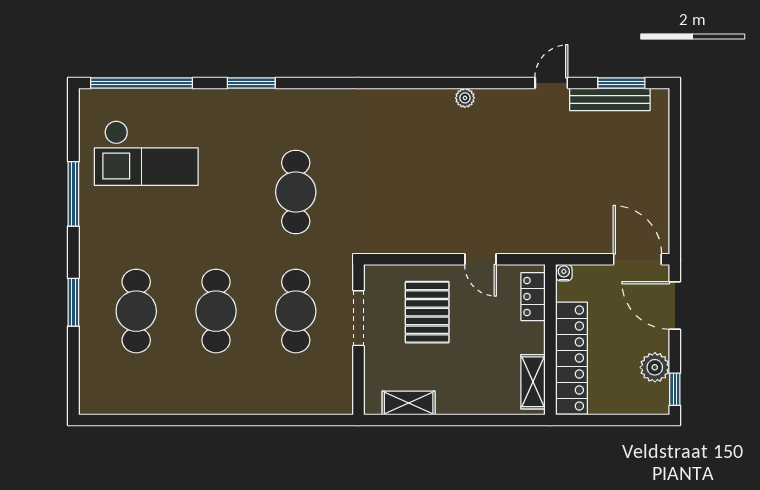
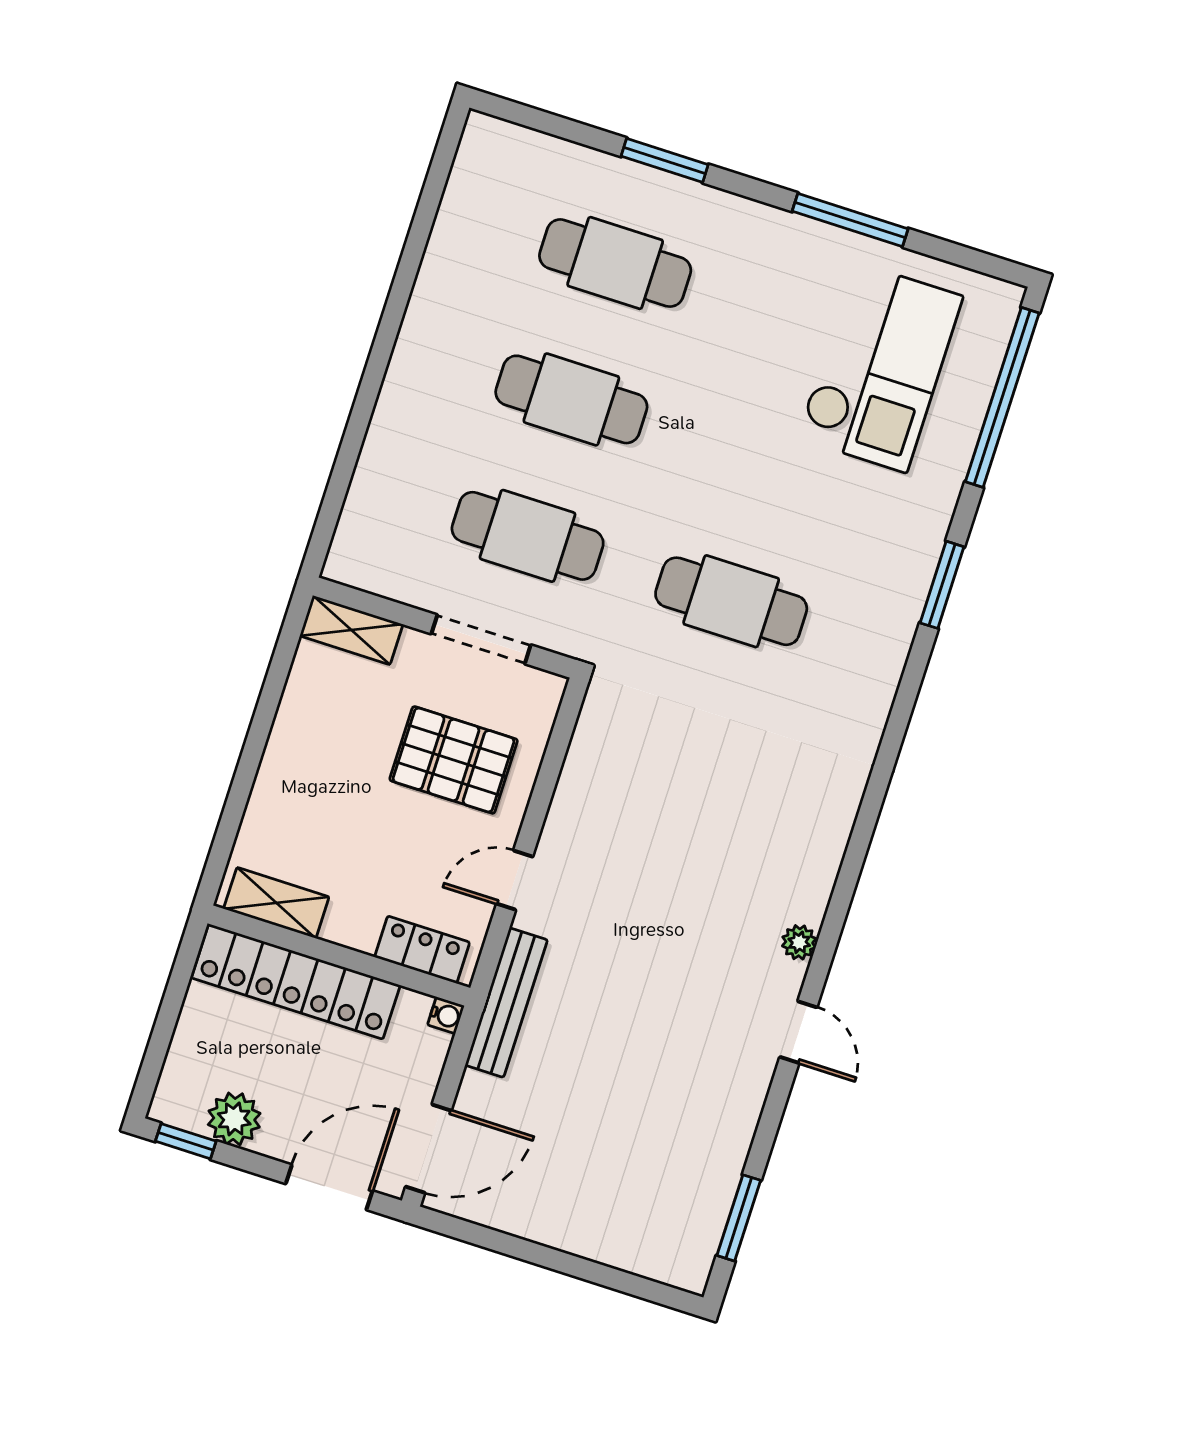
door: (551, 83) -> (798, 1032), moved
bench: (610, 99) -> (506, 1003), moved
checkout: (146, 153) -> (880, 367), turned 180
shelving: (409, 403) -> (351, 630), moved, turned 90

